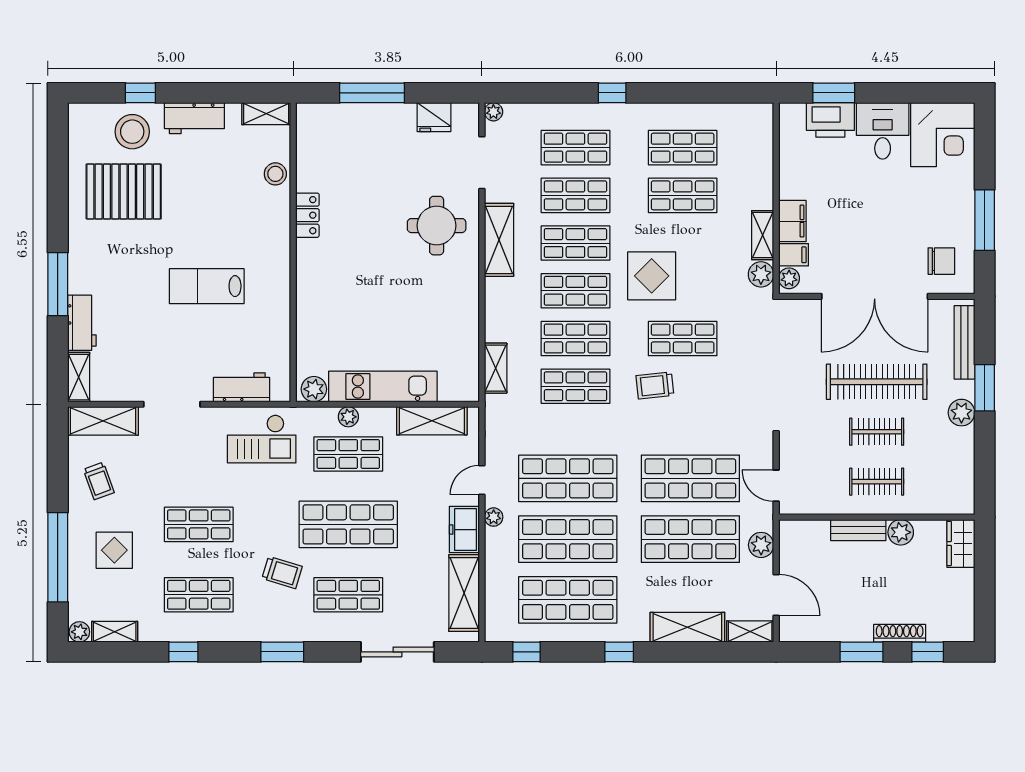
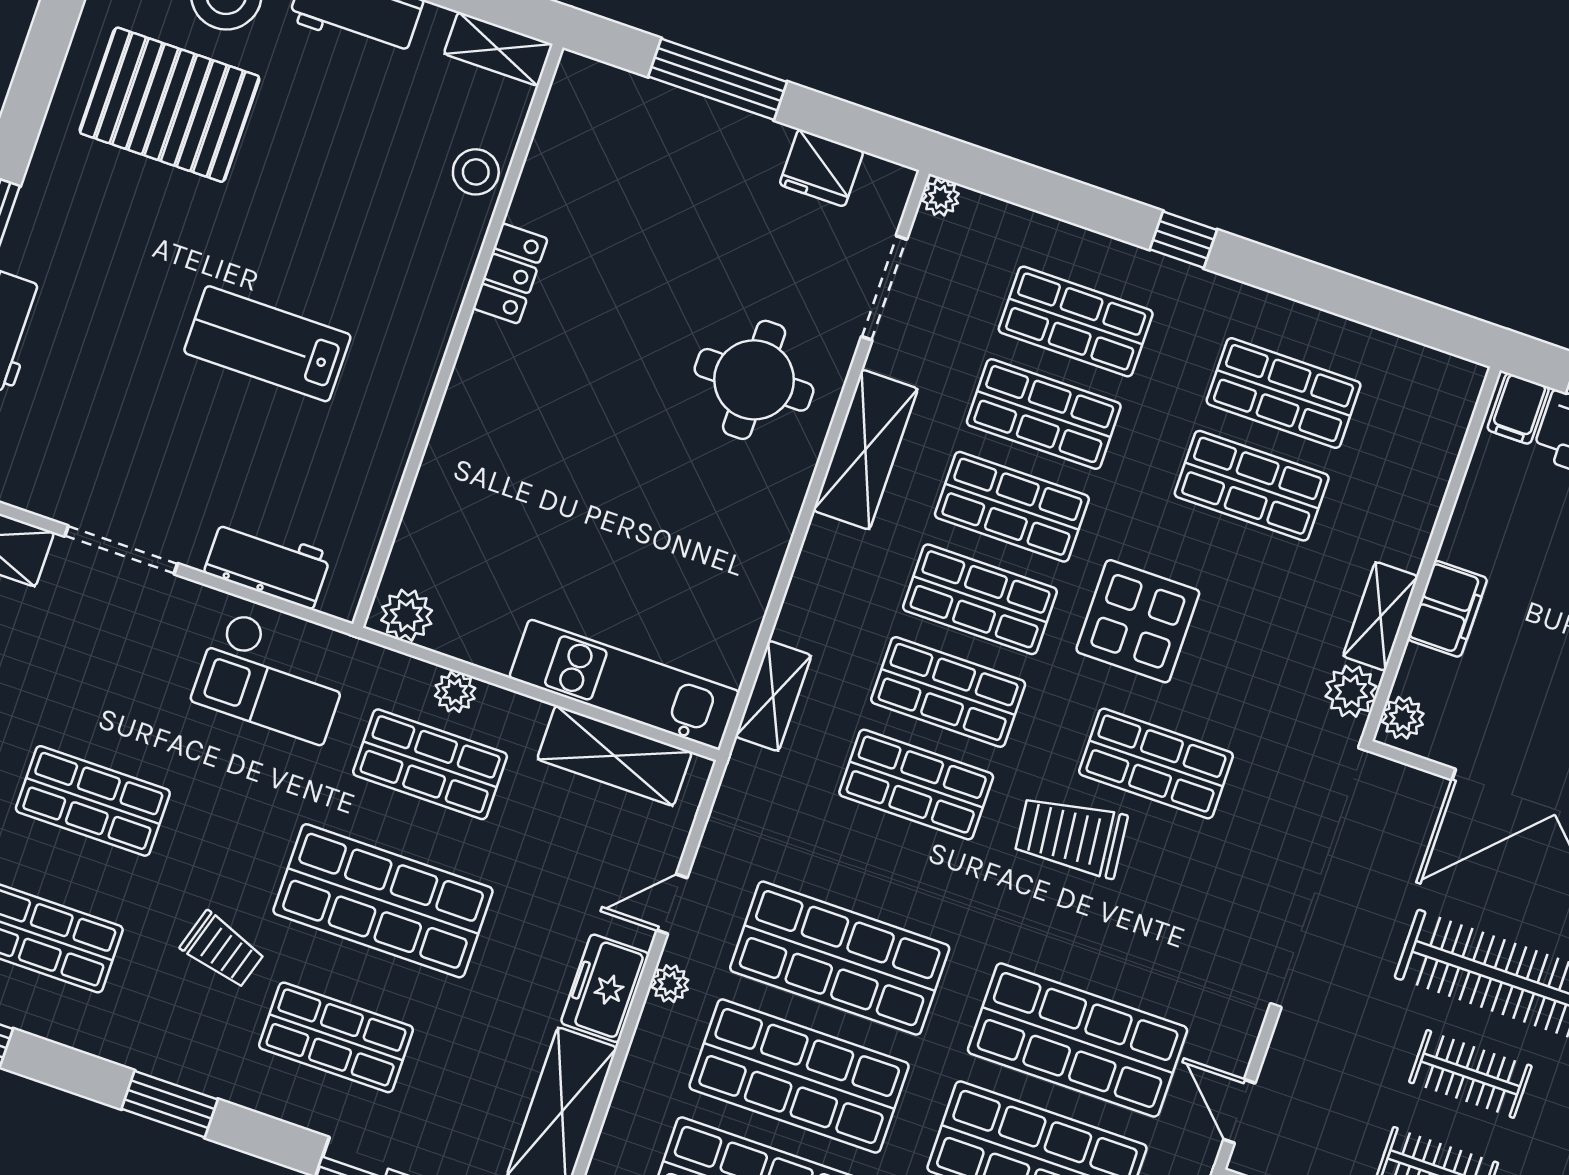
filing cabinet: (794, 255) -> (1518, 409), moved, turned 90
trolley: (655, 385) -> (1071, 836), width x1.36, depth x1.39
kitchen unit: (383, 387) -> (624, 685), moved

